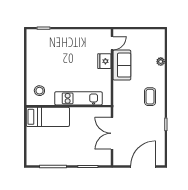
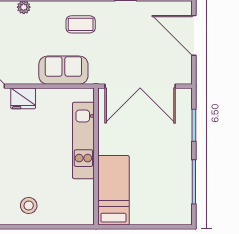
sofa: (122, 65) -> (63, 70), moved
stool: (39, 91) -> (29, 205), moved
double door: (112, 133) -> (140, 86), width x1.36

